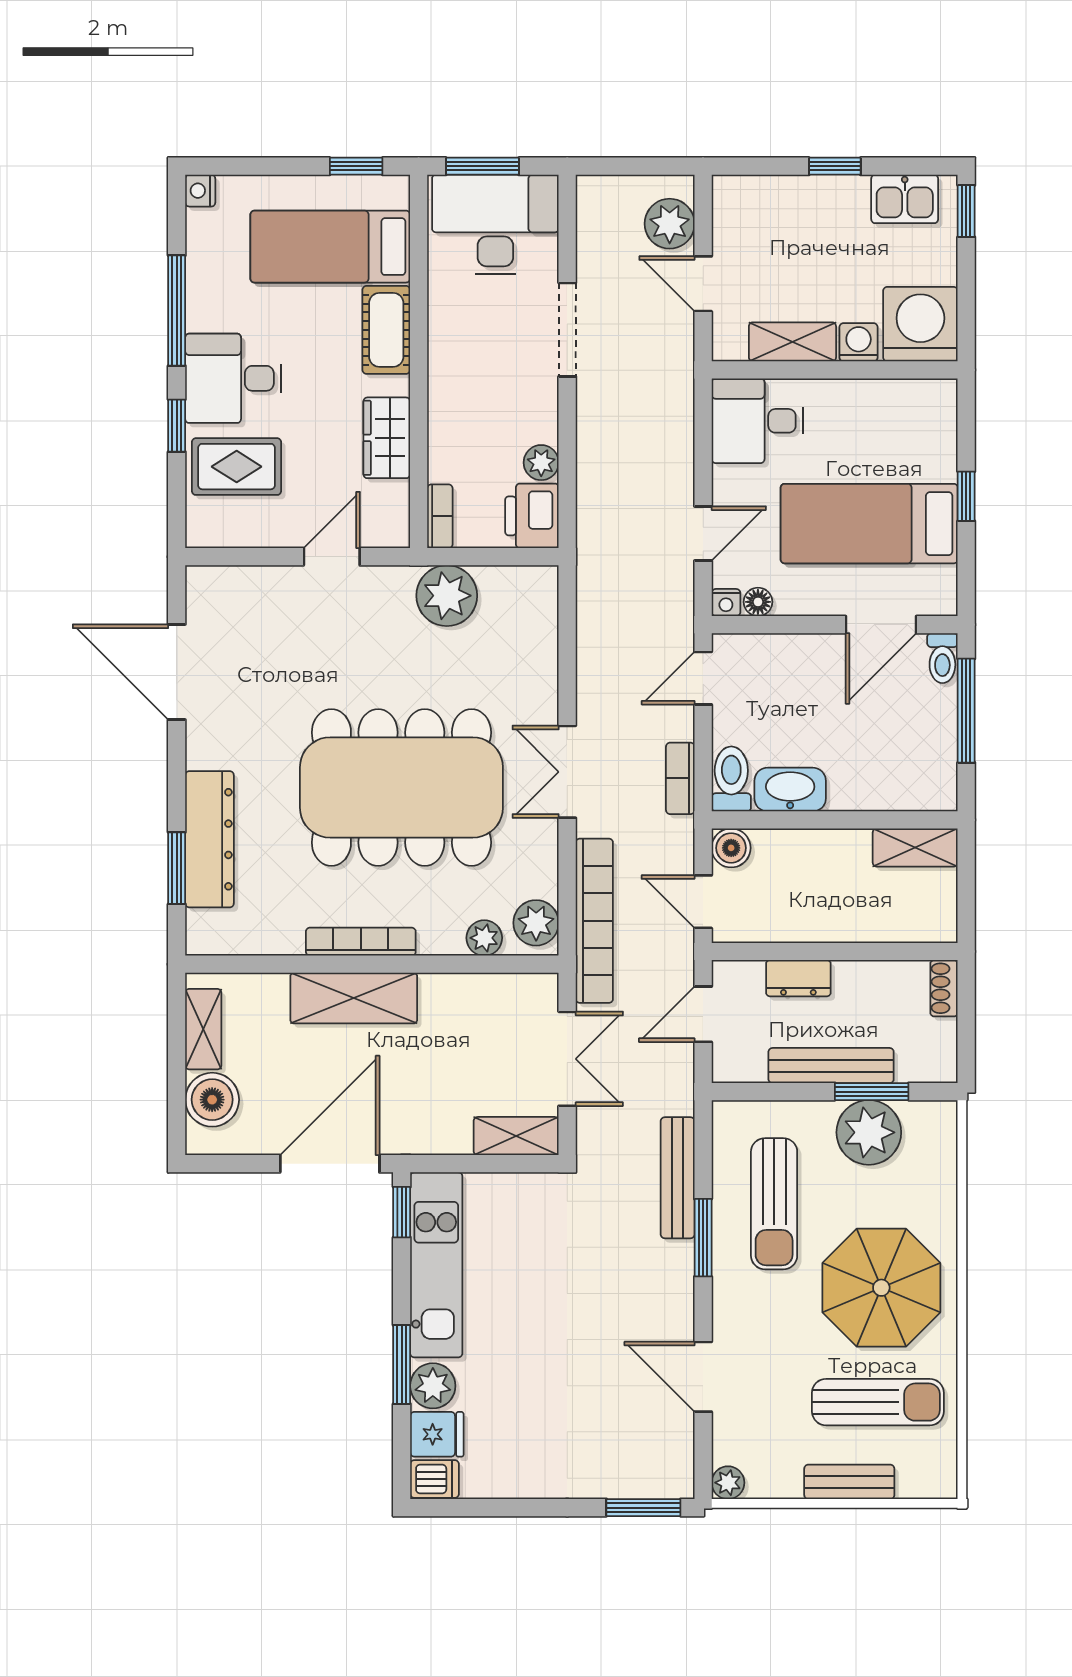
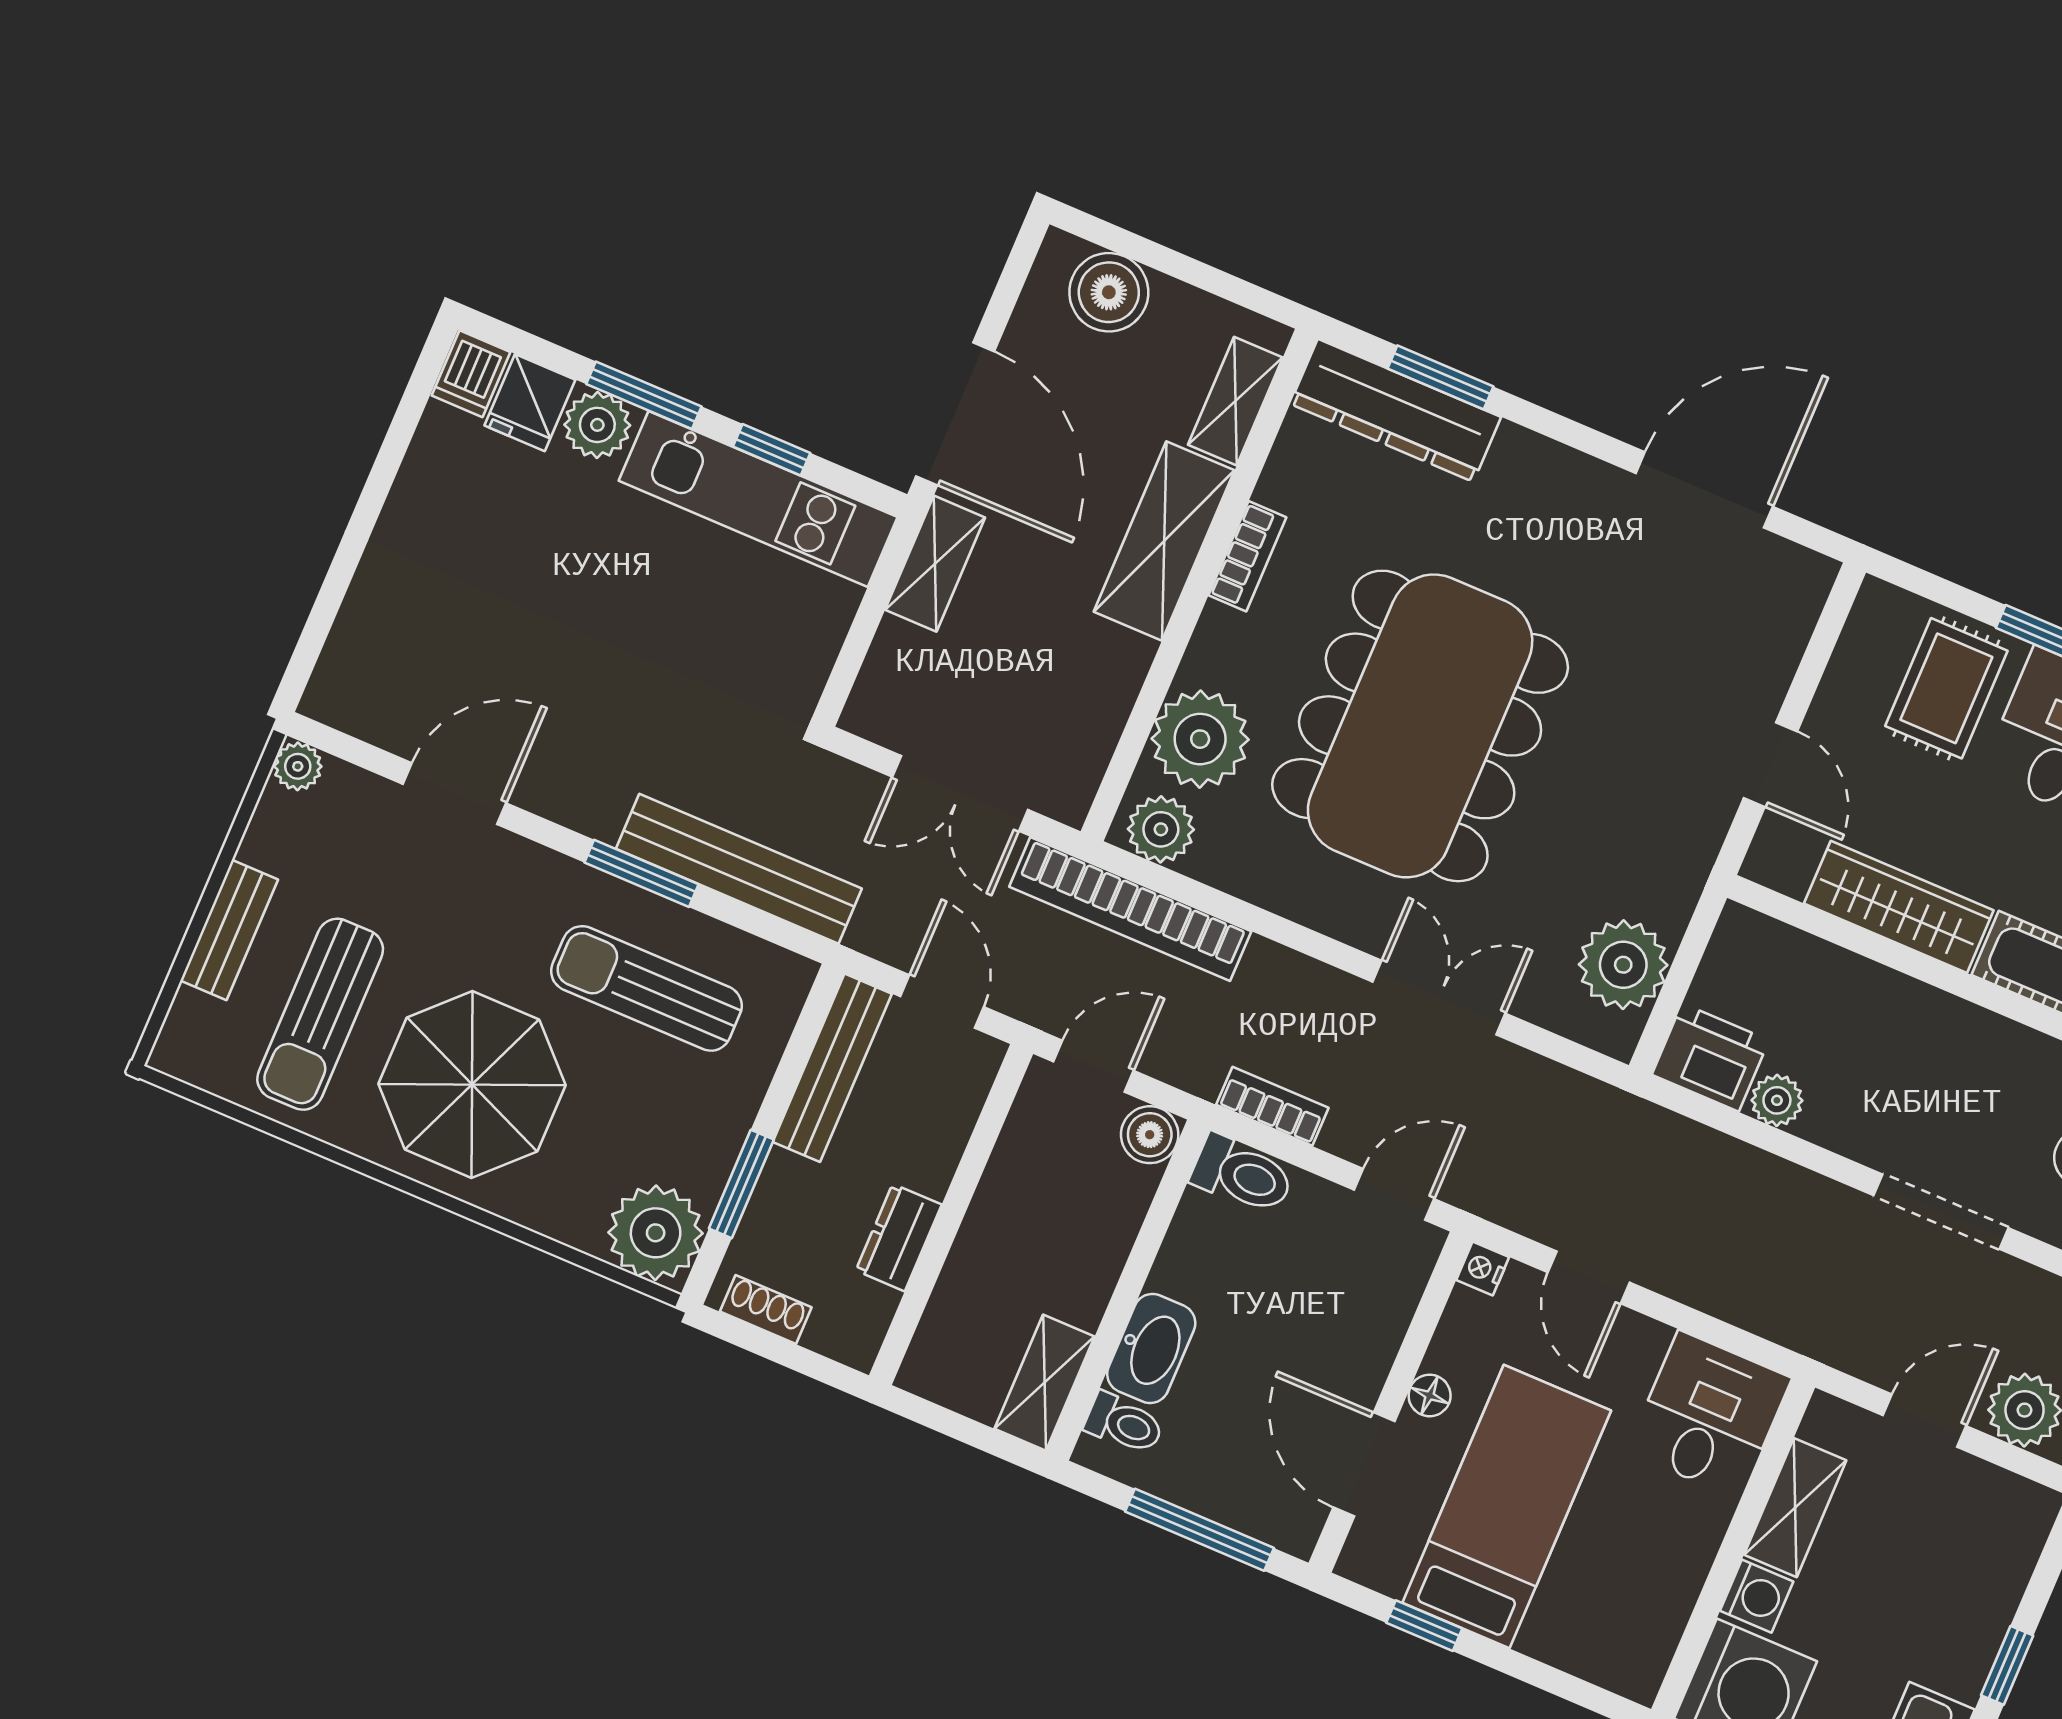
wardrobe: (387, 438) -> (1899, 907), width x1.50
window: (966, 496) -> (1424, 1626), moved
bookcase: (440, 516) -> (1763, 933), removed
plant: (447, 596) -> (1623, 965), moved
floor lamp: (758, 602) -> (1430, 1395), moved
toilet: (942, 658) -> (1124, 1424), moved, turned 180
door: (703, 678) -> (1394, 1194), hinge flipped
double door: (567, 772) -> (1439, 998), moved
washbasin: (790, 790) -> (1151, 1348), moved
dresser: (209, 839) -> (1396, 410), moved
plant: (484, 938) -> (1200, 739), width x1.88, depth x1.88
bookcase: (361, 942) -> (1247, 556), width x0.64
dresser: (798, 978) -> (899, 1238), moved
shoe rack: (944, 988) -> (766, 1309), moved
shelving: (203, 1029) -> (1235, 401), moved, turned 90
bench: (831, 1066) -> (832, 1068), moved
plant: (869, 1132) -> (656, 1233), moved
shelving: (516, 1136) -> (935, 564), moved
bench: (678, 1178) -> (739, 869), width x1.37, depth x1.21
window: (402, 1212) -> (772, 450), moved
window: (643, 1508) -> (313, 638), removed

